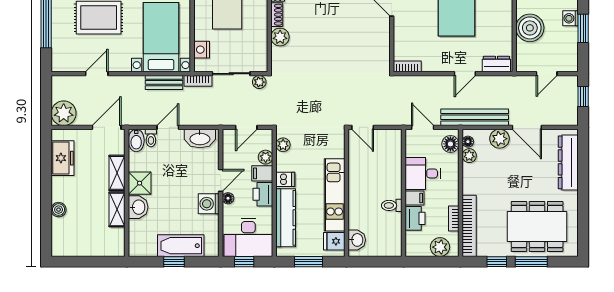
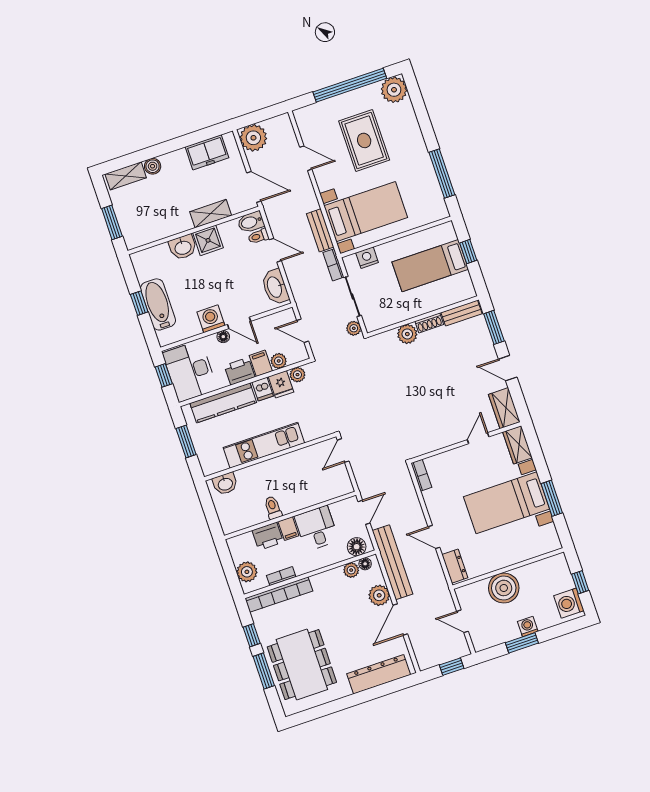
shelving: (117, 209) -> (126, 176), moved
fridge: (334, 241) -> (281, 384), moved, turned 180
window: (96, 262) -> (112, 222), added

